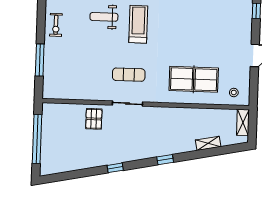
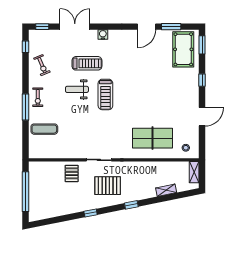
treadmill: (138, 24) -> (105, 94), turned 180
window: (40, 60) -> (25, 107), moved
exercise mat: (129, 75) -> (44, 129), moved
pallet: (137, 135) -> (108, 186), added

